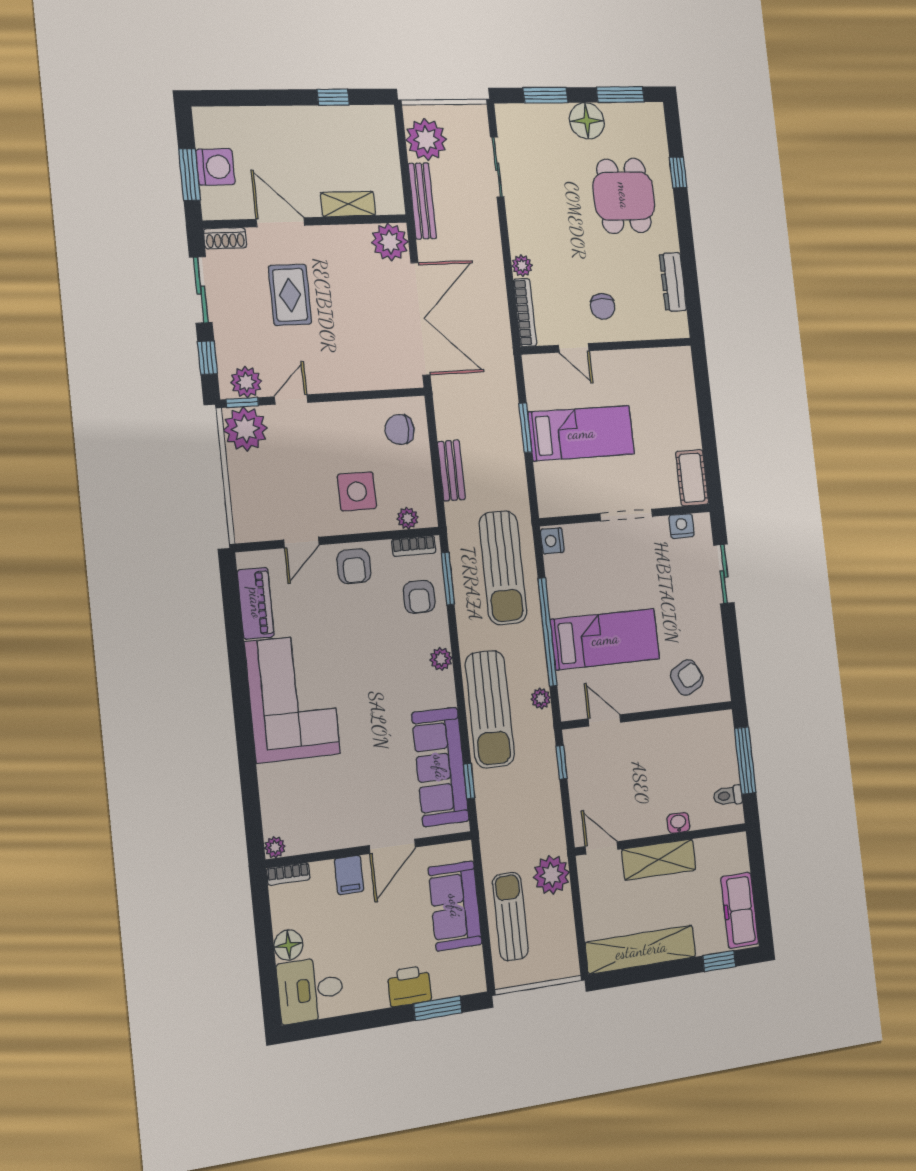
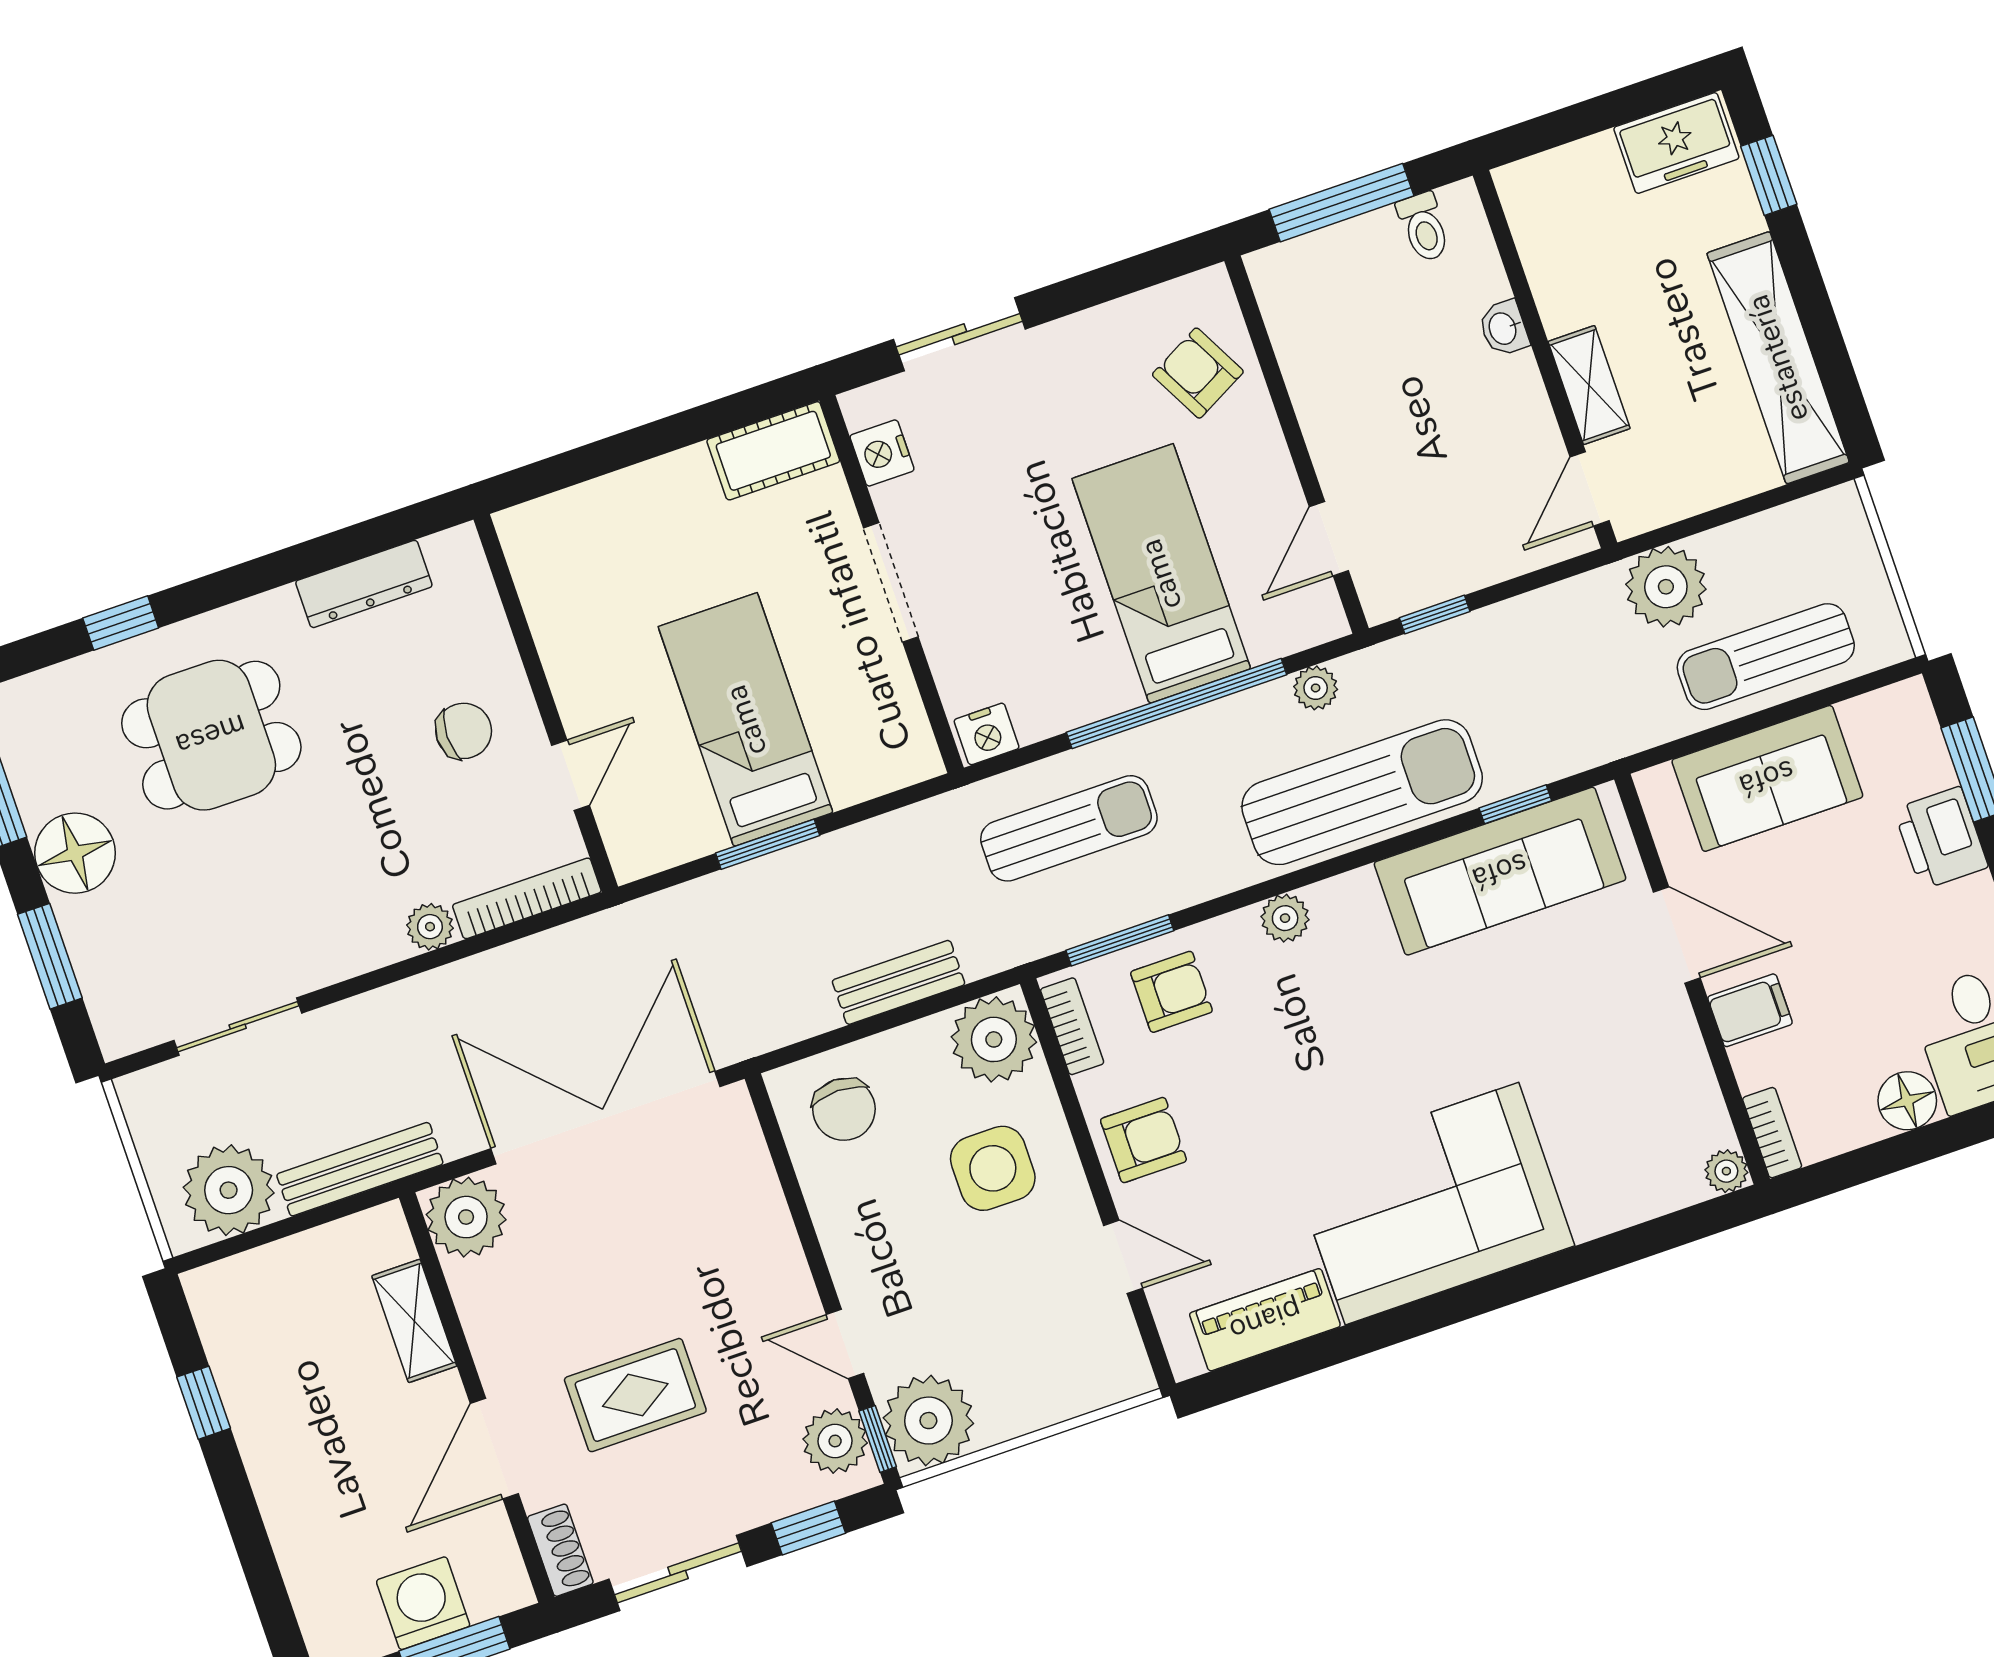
plant: (408, 518) -> (994, 1039), width x1.88, depth x1.88
sun lounger: (503, 568) -> (1069, 828), width x0.73, depth x0.75
shelving: (659, 860) -> (1589, 385), width x0.67, depth x0.75
freezer: (740, 910) -> (1676, 143), width x0.71

